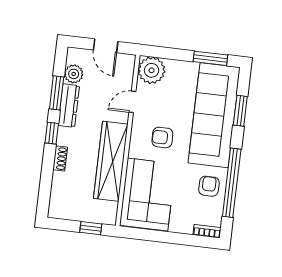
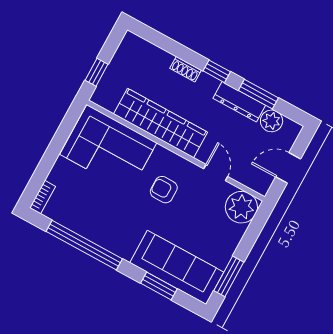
sofa: (214, 115) -> (177, 267), width x0.74, depth x0.79
armchair: (162, 137) -> (164, 190), turned -90
armchair: (209, 186) -> (90, 219), removed

